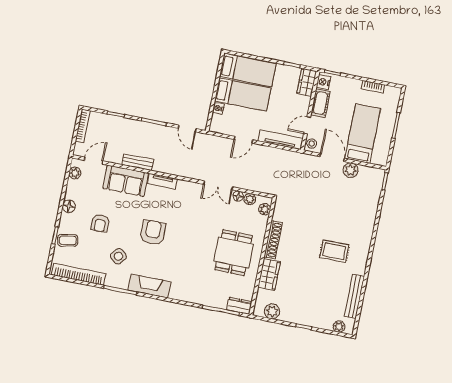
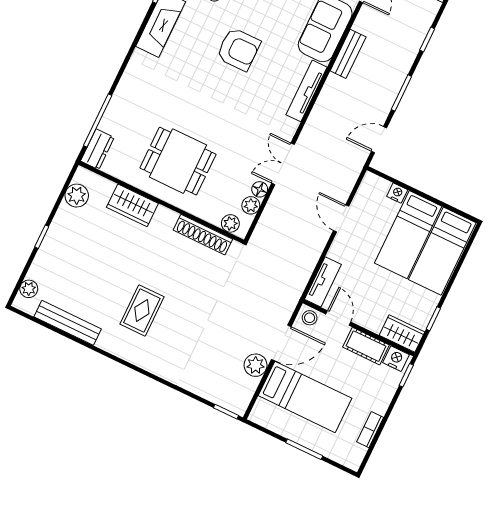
tv unit: (280, 140) -> (323, 282), width x0.71
tv unit: (162, 181) -> (307, 91), width x1.41
shoe rack: (273, 240) -> (203, 235), moved

